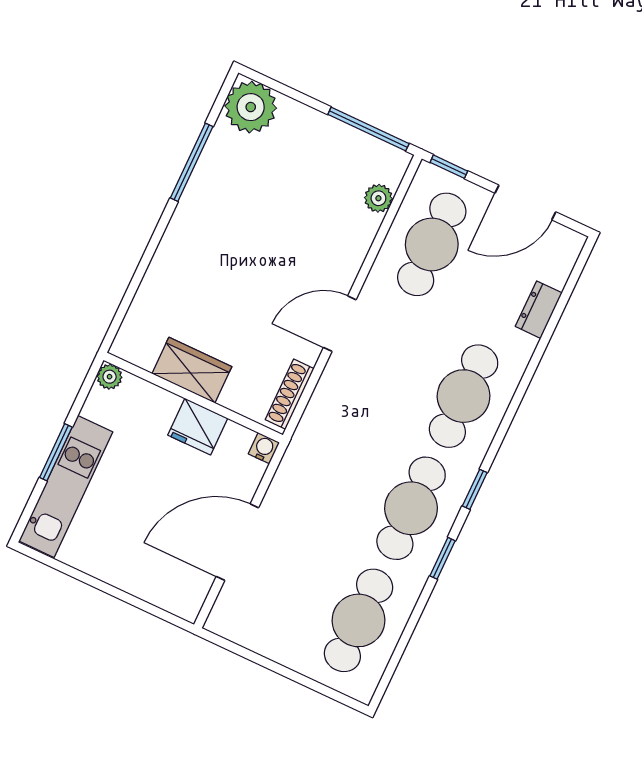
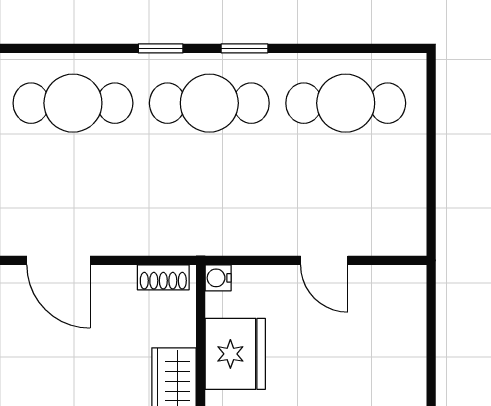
shoe rack: (290, 394) -> (163, 277), width x0.70
fridge: (198, 427) -> (235, 354), width x1.36, depth x1.34
door: (237, 542) -> (324, 260), width x0.53

